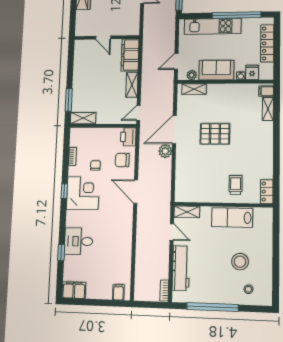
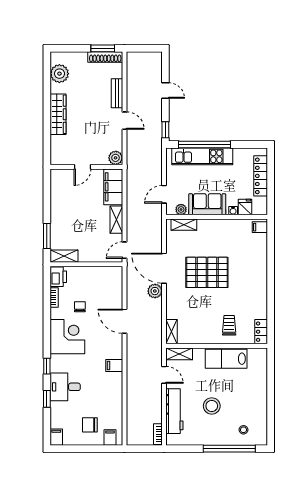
window: (236, 15) -> (205, 144), moved
plant: (133, 29) -> (116, 158), added
door: (103, 38) -> (83, 167), hinge flipped
shelving: (268, 109) -> (172, 332), moved
door: (174, 130) -> (164, 268), hinge flipped
pallet: (215, 134) -> (207, 272), width x1.37, depth x1.41
printer: (128, 137) -> (58, 277), moved, turned 180
chair: (122, 160) -> (90, 425), moved
window: (64, 191) -> (47, 366), moved
door: (136, 192) -> (125, 321), moved
filing cabinet: (125, 222) -> (114, 365), added
stool: (240, 262) -> (212, 406), moved
filing cabinet: (74, 290) -> (56, 437), width x0.50
window: (213, 307) -> (229, 449), moved

